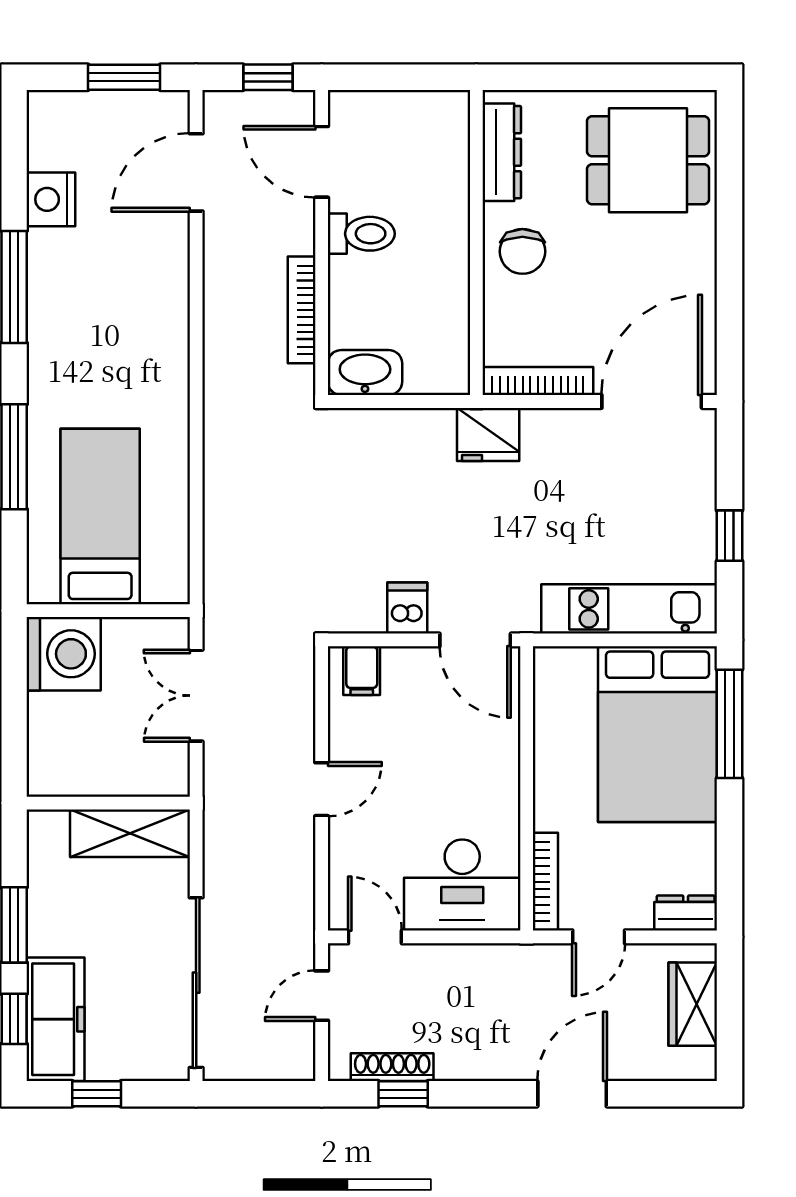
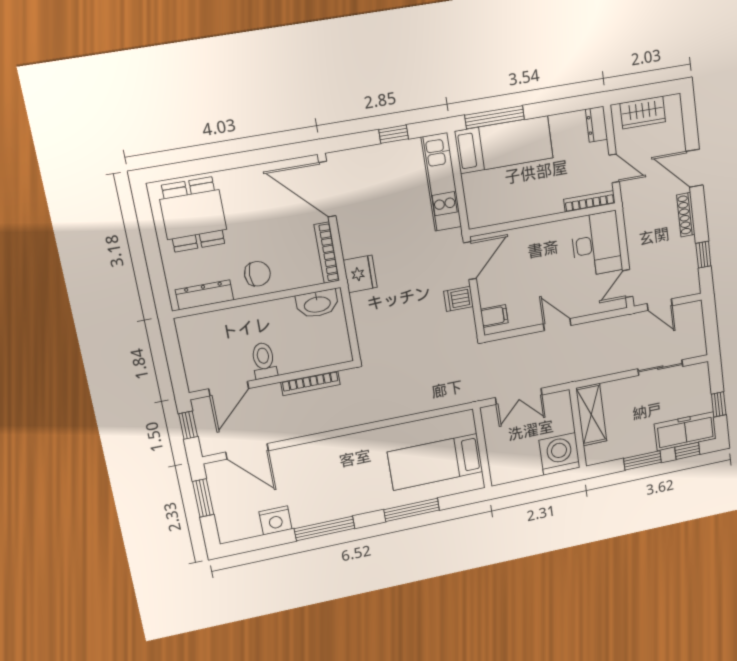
washbasin: (365, 373) -> (317, 304), moved, turned -90
washing machine: (64, 654) -> (559, 454), moved
bed: (657, 734) -> (504, 145), width x0.67
sliding door: (196, 983) -> (660, 368), width x0.54
shoe rack: (392, 1067) -> (686, 215), moved

